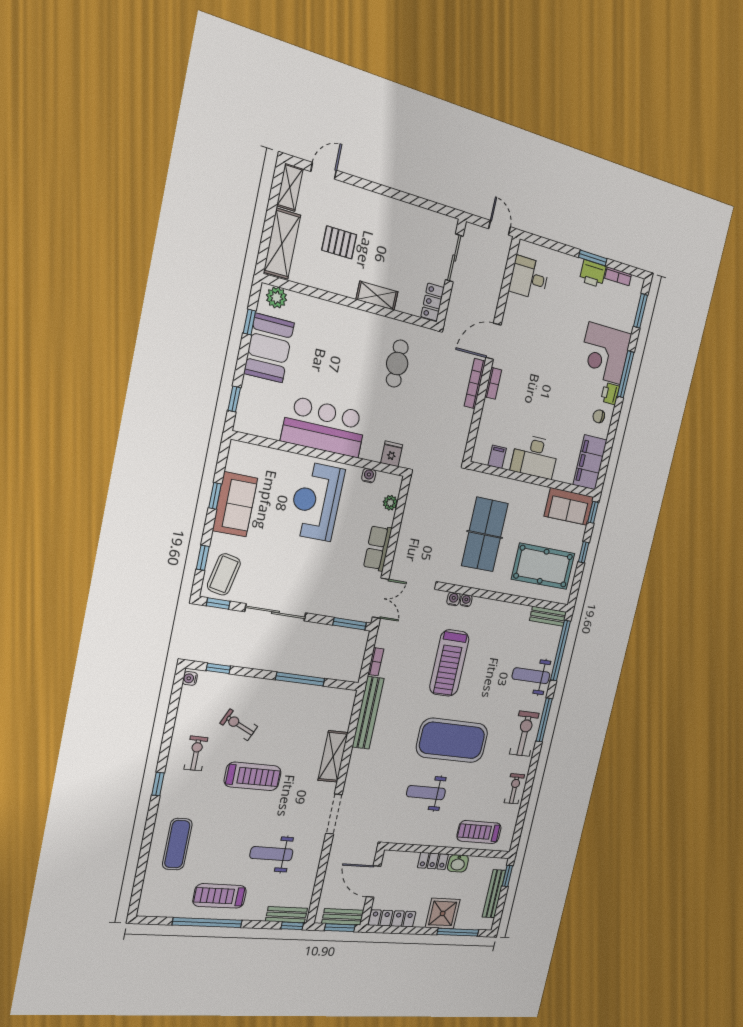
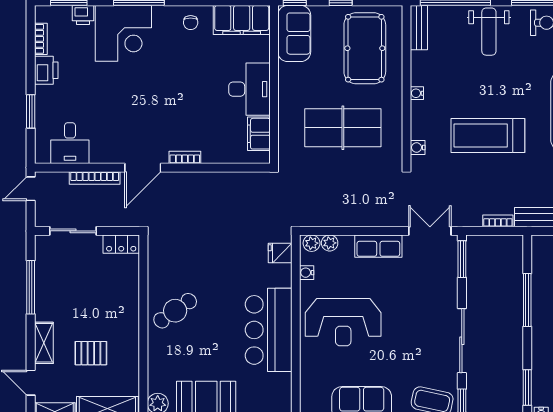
window: (413, 200) -> (31, 287), added
pallet: (339, 242) -> (91, 353), turned 90
window: (593, 258) -> (31, 111), moved
shelving: (377, 296) -> (44, 343), moved
door: (493, 341) -> (143, 168), hinge flipped
cafe table: (397, 364) -> (175, 311), moved, turned -35
bookcase: (475, 384) -> (95, 178), moved
printer: (610, 394) -> (83, 15), moved
filing cabinet: (497, 457) -> (259, 134), width x2.00
plant: (394, 486) -> (312, 243), added
water cooler: (466, 600) -> (417, 93), moved
treadmill: (449, 663) -> (488, 136), turned 180
window: (218, 668) -> (527, 388), width x1.50

